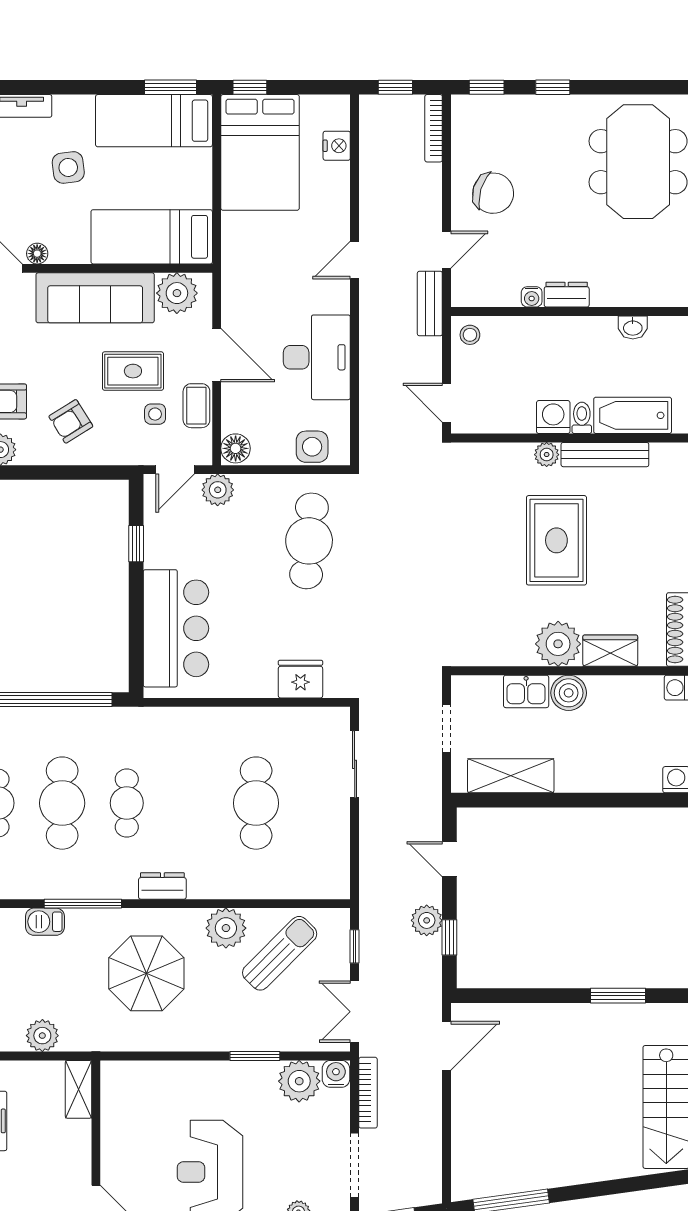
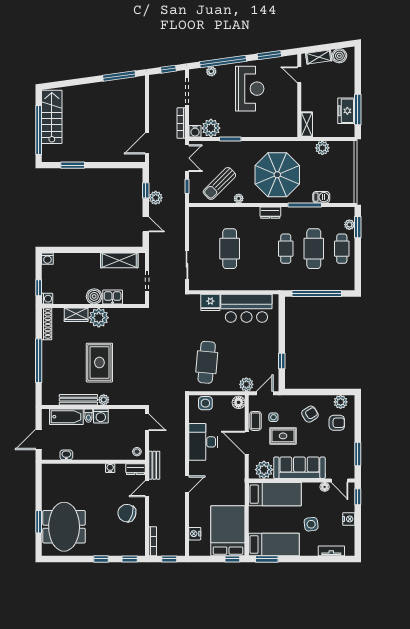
dresser: (567, 295) -> (136, 469), moved
bar counter: (176, 628) -> (246, 308), moved, turned -90
plant: (226, 928) -> (239, 198), width x0.53, depth x0.53
parasol: (146, 973) -> (277, 175), width x1.36, depth x1.36

